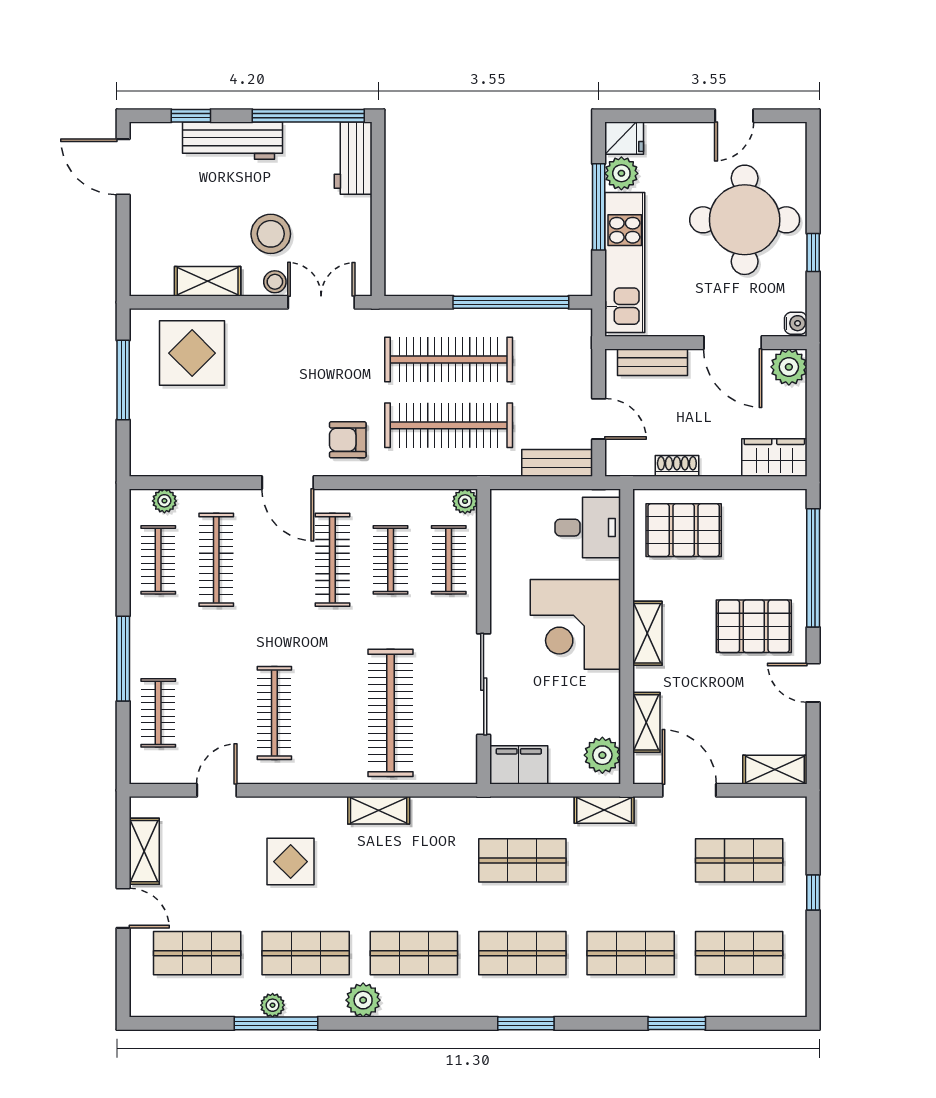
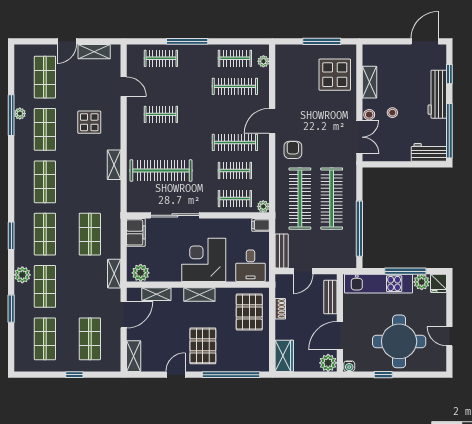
stool: (271, 234) -> (392, 113), width x0.53, depth x0.53
filing cabinet: (503, 507) -> (261, 225), added
clothes rail: (274, 713) -> (161, 114), width x0.73
plant: (363, 1000) -> (22, 275), moved

